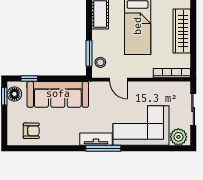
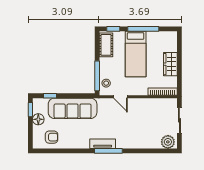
wardrobe: (182, 31) -> (170, 64), width x0.67
window: (89, 53) -> (97, 76), width x1.44
floor lamp: (14, 94) -> (38, 119), moved
corner sofa: (141, 125) -> (138, 133), removed

